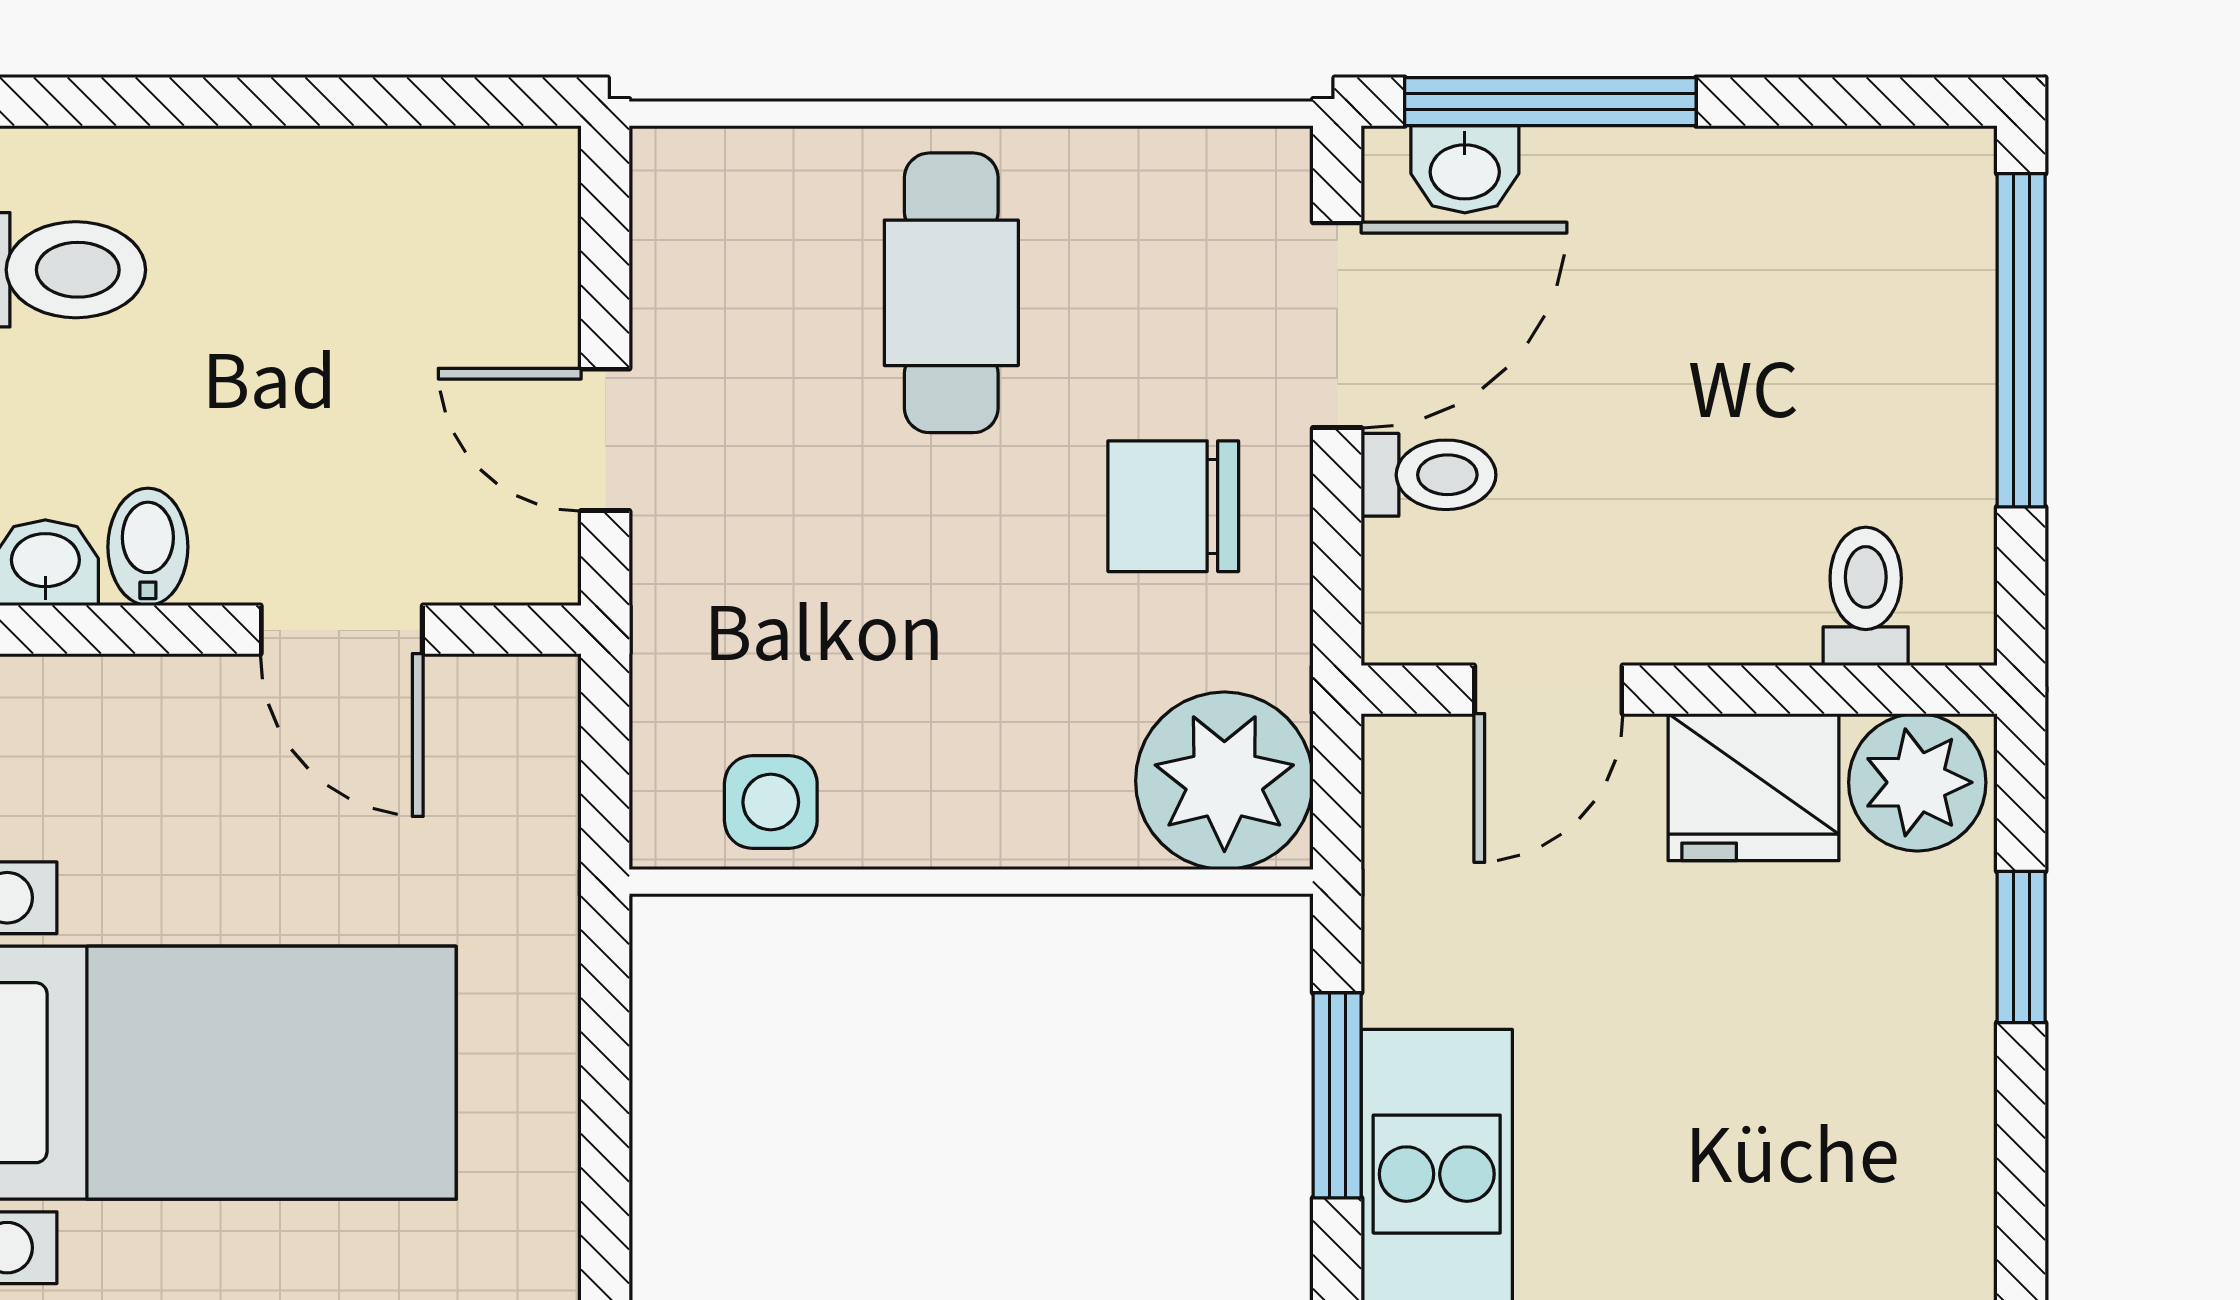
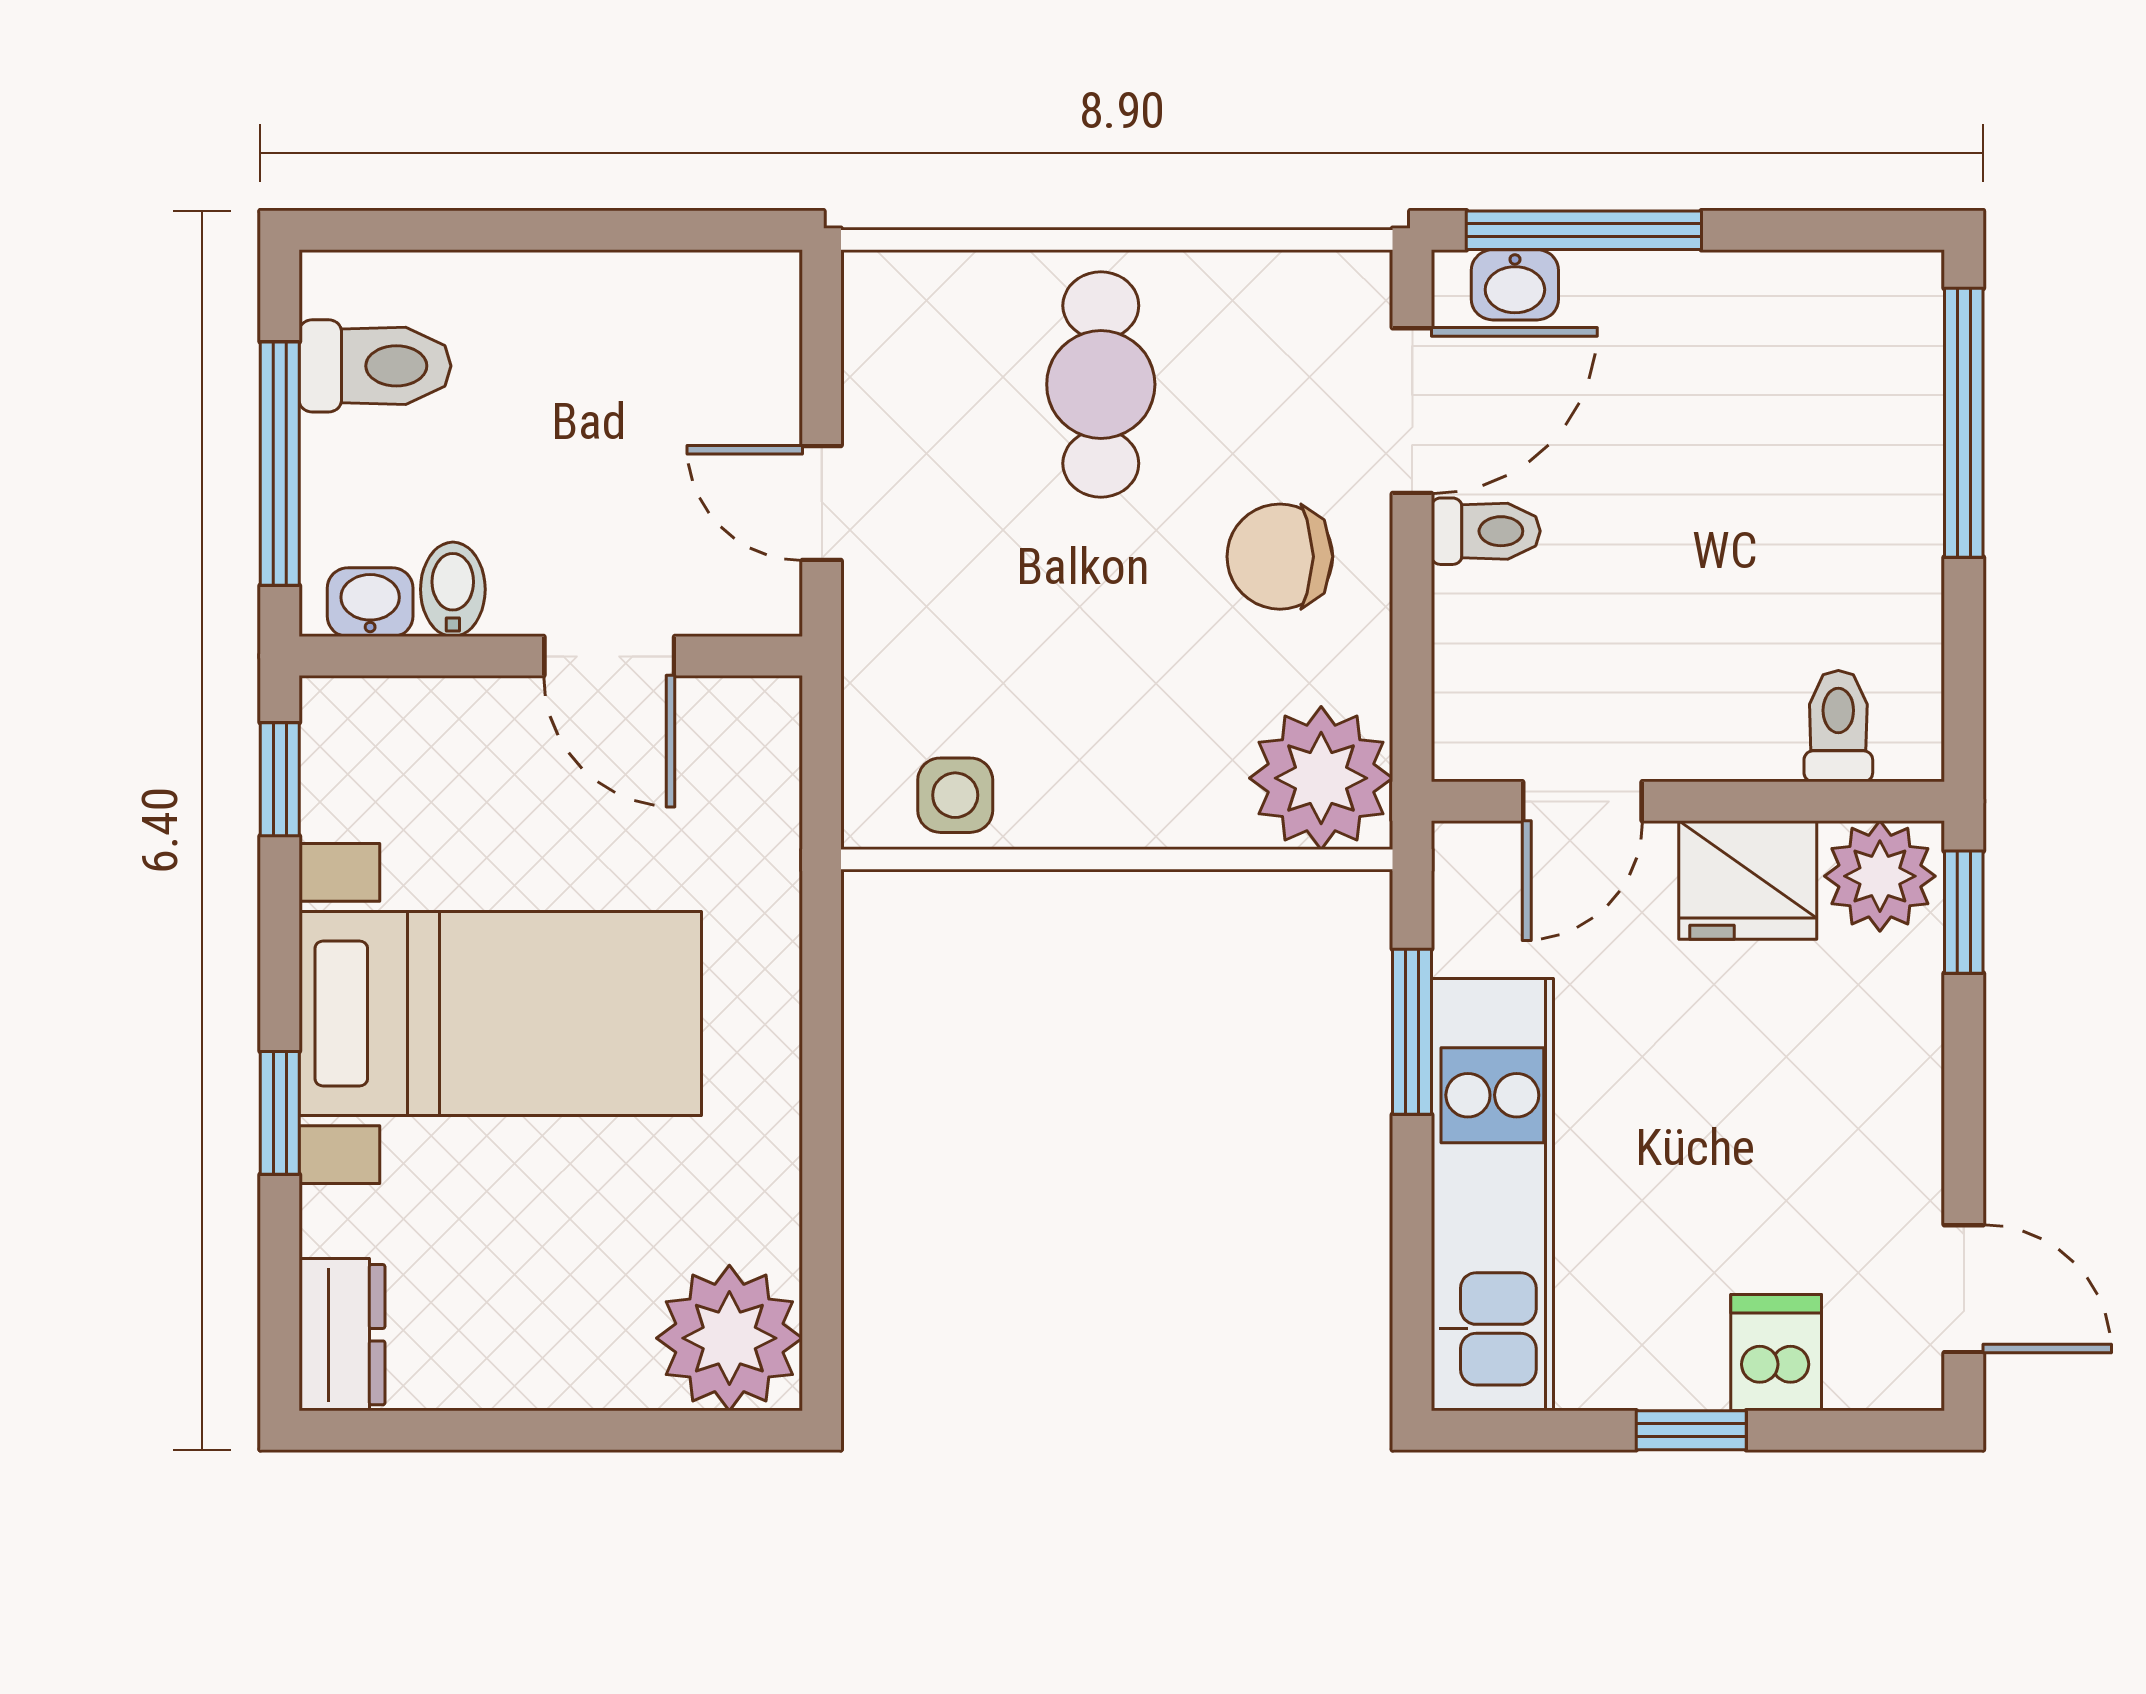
toilet: (1866, 596) -> (1838, 726), moved
door: (1548, 690) -> (1582, 801), moved
wall: (1679, 690) -> (1688, 801), moved
plant: (1917, 782) -> (1880, 876), moved
fridge: (1754, 787) -> (1748, 880), moved

